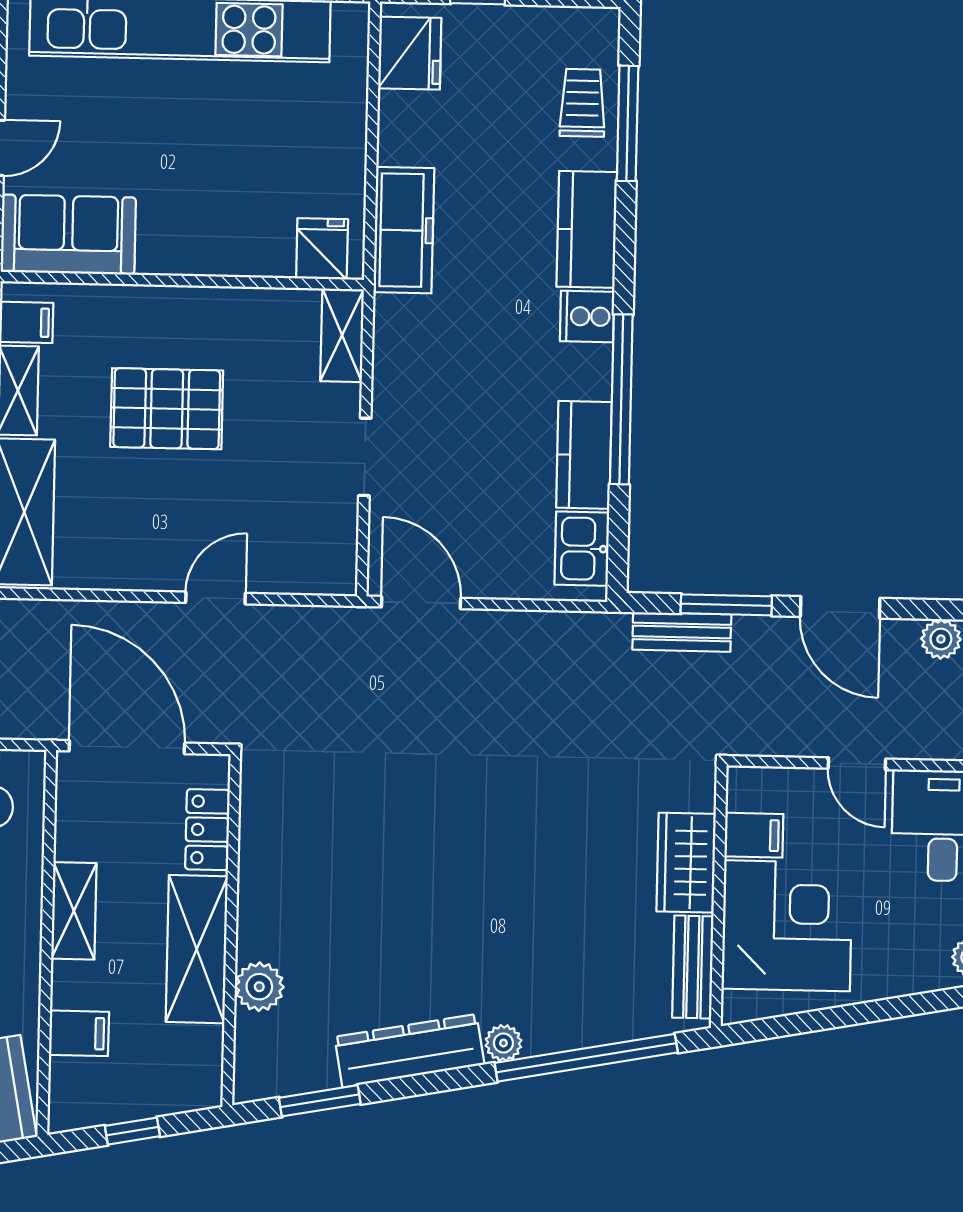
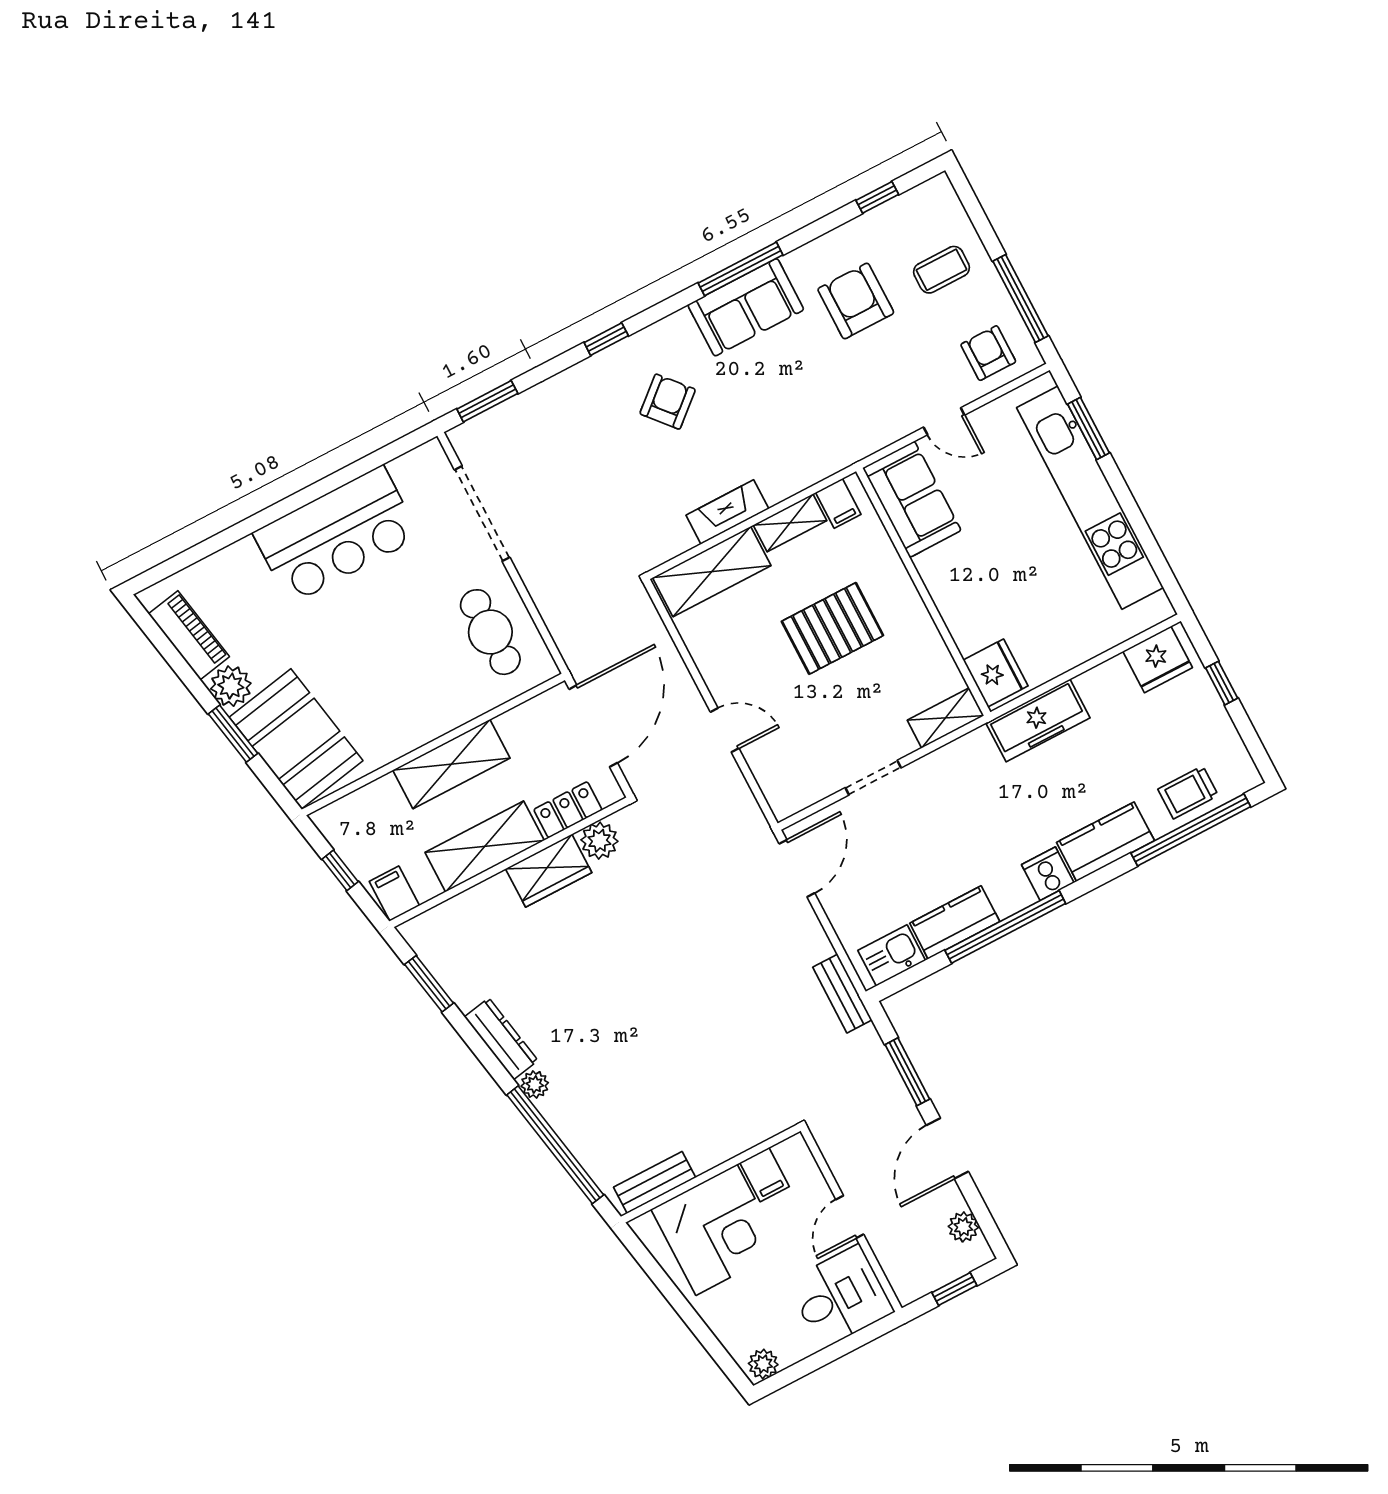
trolley: (582, 103) -> (1188, 792), turned 180
window: (628, 123) -> (1191, 830), width x1.46
fridge: (322, 249) -> (996, 673), width x1.38
pallet: (167, 409) -> (832, 628), turned 90
bench: (682, 632) -> (842, 994), moved
wardrobe: (686, 863) -> (549, 871), moved, turned 180
shelving: (74, 911) -> (451, 764), width x1.50, depth x1.33
plant: (259, 987) -> (599, 841), moved
filing cabinet: (79, 1033) -> (394, 893), moved, turned 180
dresser: (409, 1051) -> (501, 1039), width x0.73, depth x0.80

